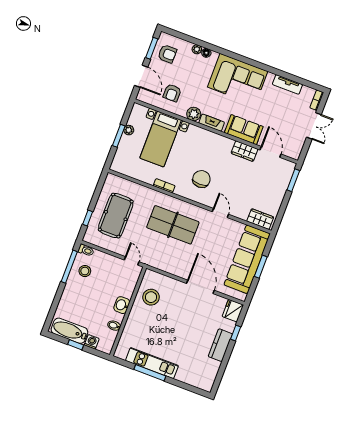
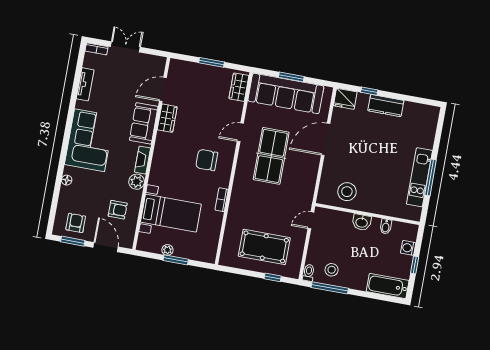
plant: (197, 49) -> (65, 191), removed
door: (141, 76) -> (106, 247), hinge flipped
window: (293, 180) -> (211, 62), moved
table tennis table: (173, 225) -> (271, 156), moved
bathtub: (69, 331) -> (388, 286), moved, turned 90

